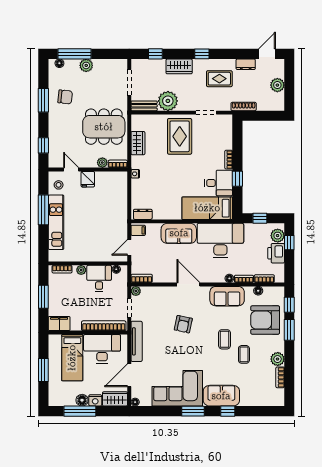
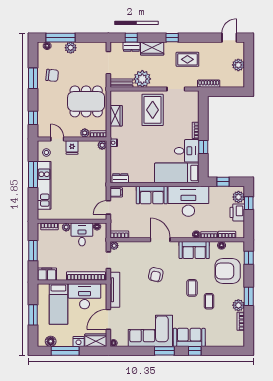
dresser: (246, 64) -> (131, 47), moved
plant: (122, 177) -> (102, 145), added
window: (289, 330) -> (249, 296), moved
floor lamp: (82, 400) -> (51, 341), moved

